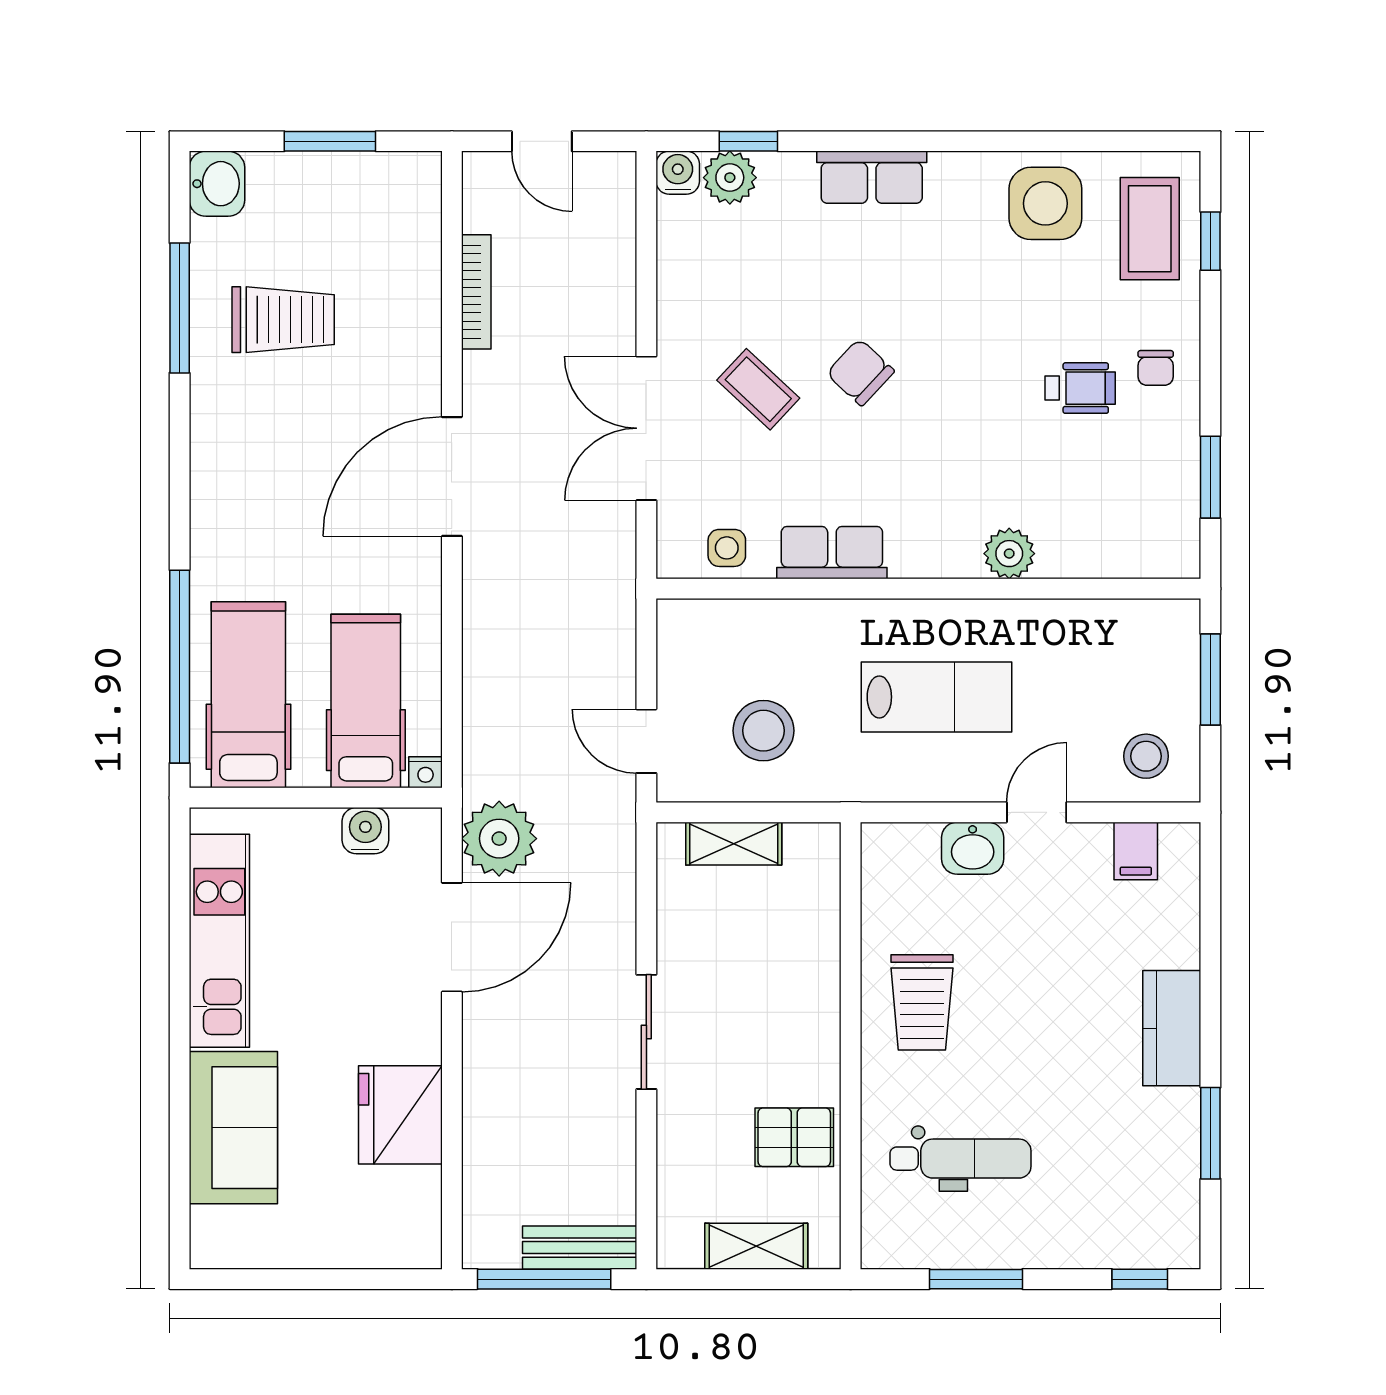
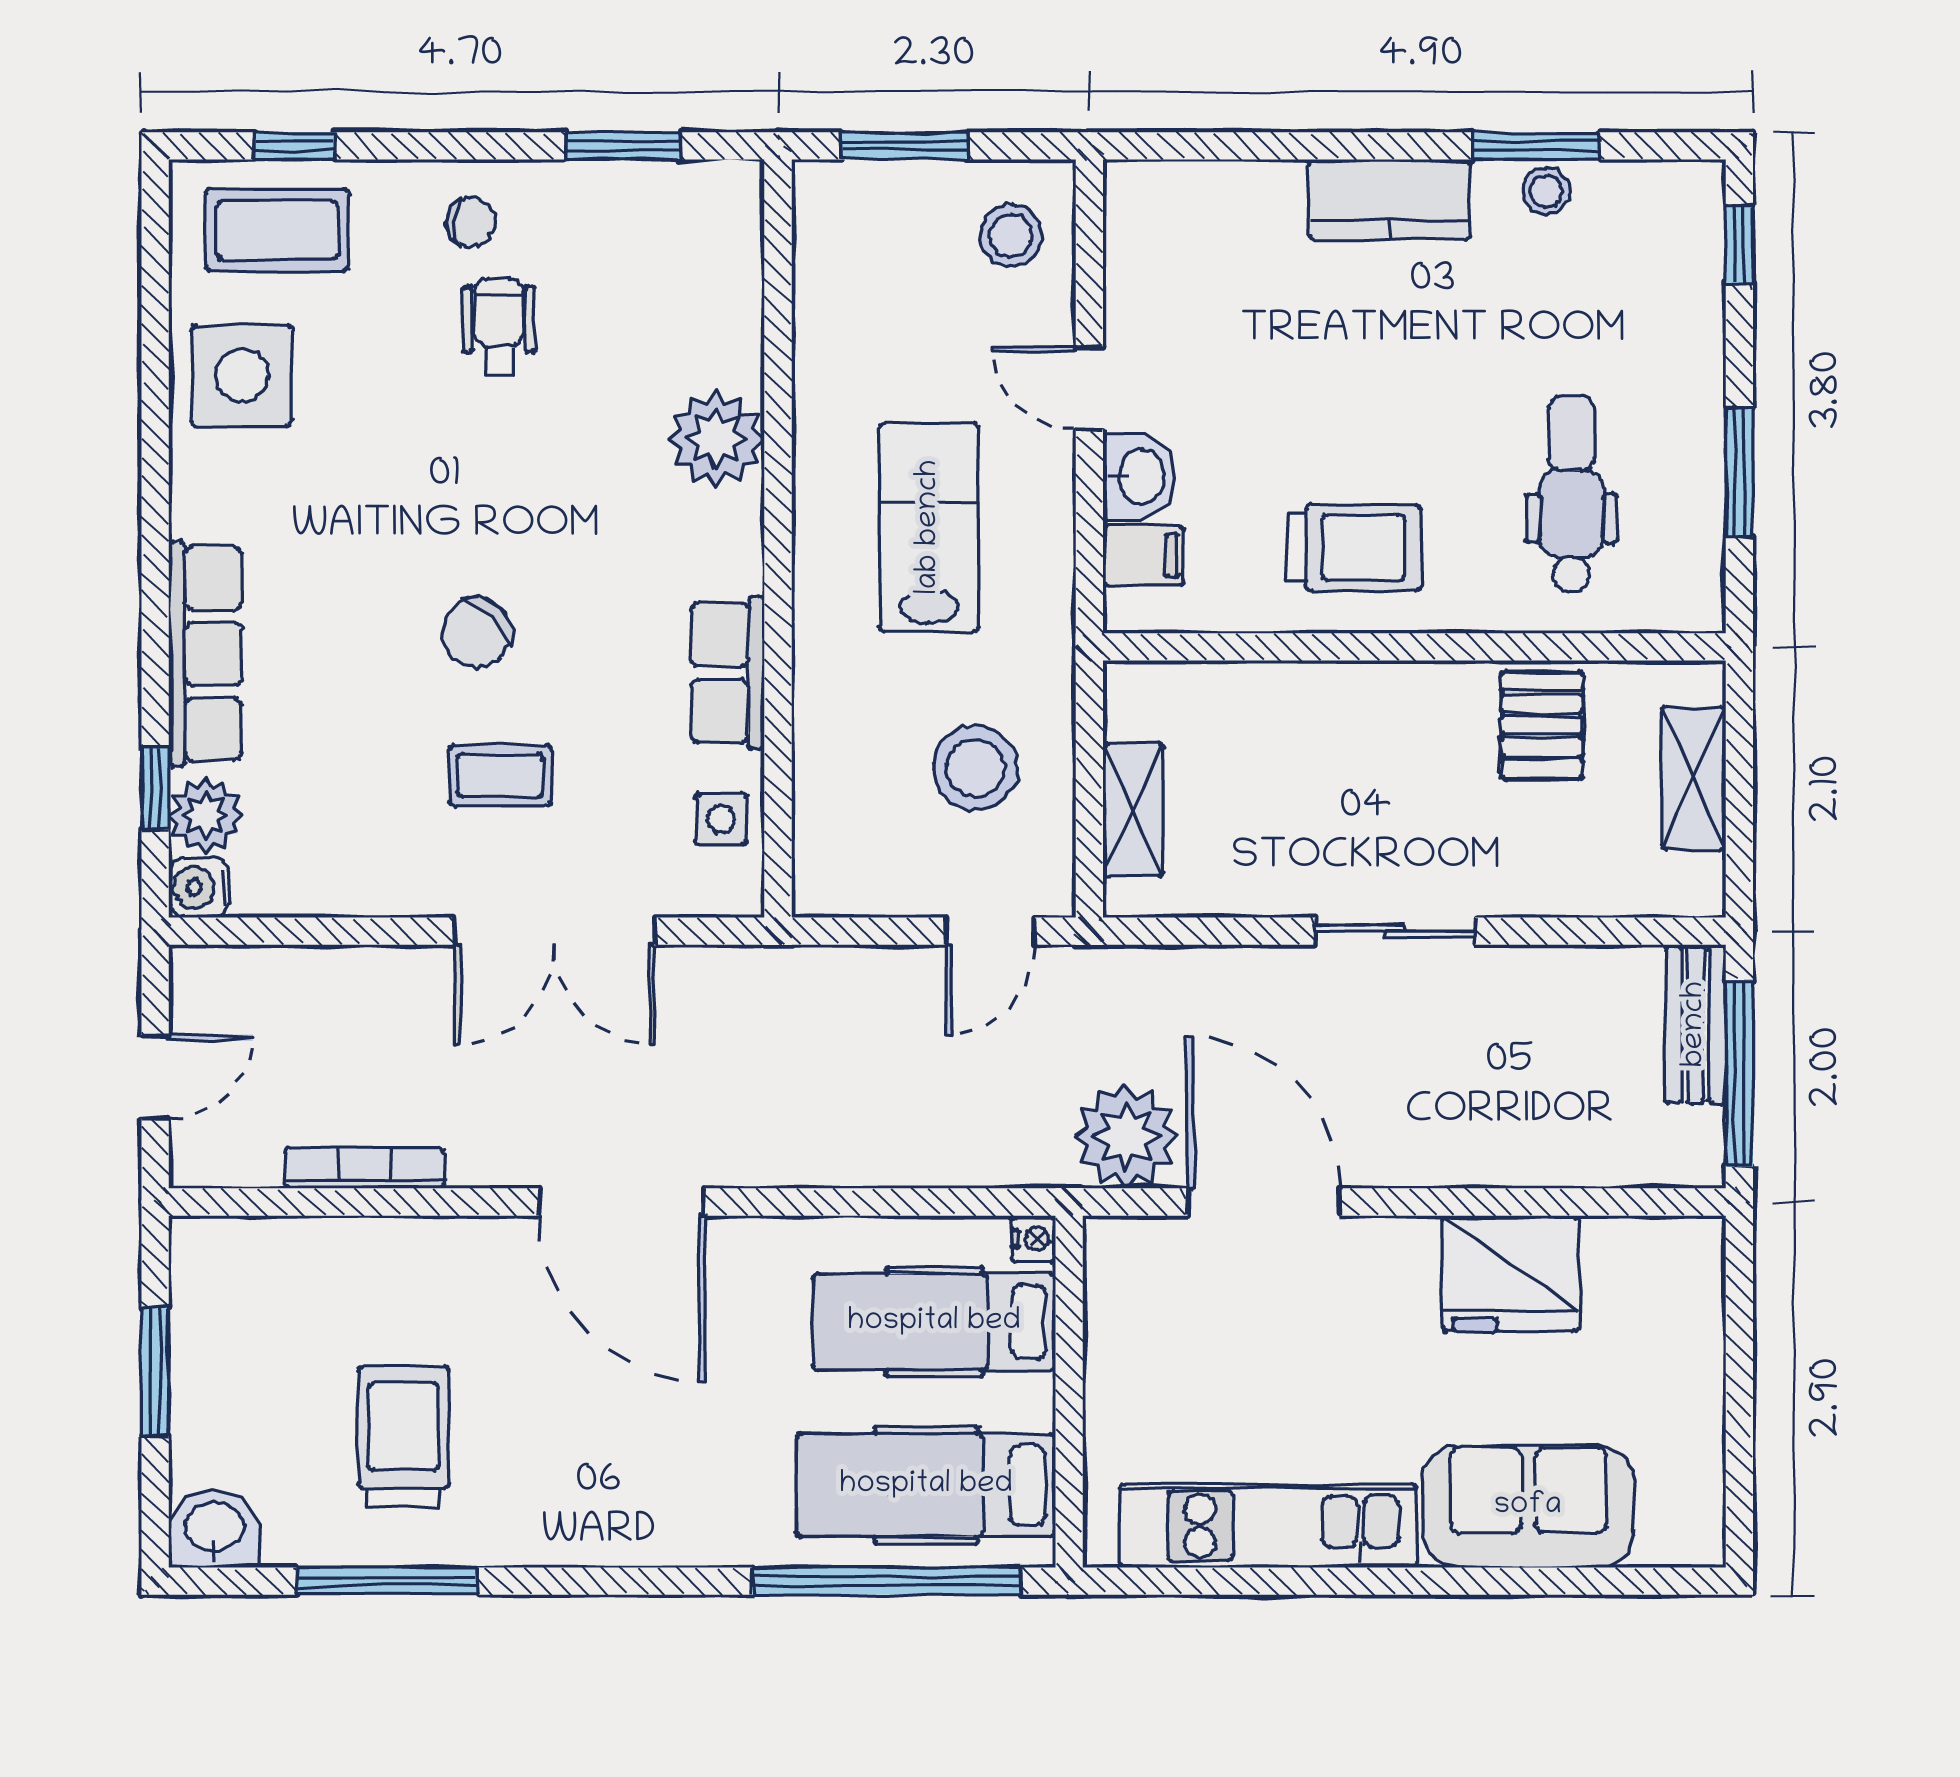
row of seats: (872, 177) -> (205, 654), width x1.48
coffee table: (758, 389) -> (500, 775), turned 47
plant: (1009, 554) -> (716, 439), width x1.36, depth x1.36
water cooler: (365, 831) -> (1115, 1322), removed
filing cabinet: (1136, 851) -> (1143, 556), moved
stool: (1178, 1140) -> (1546, 191), added

